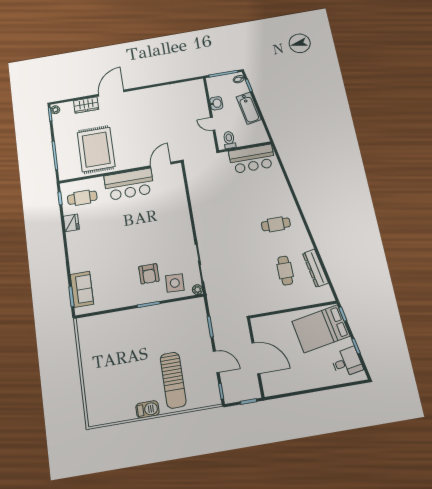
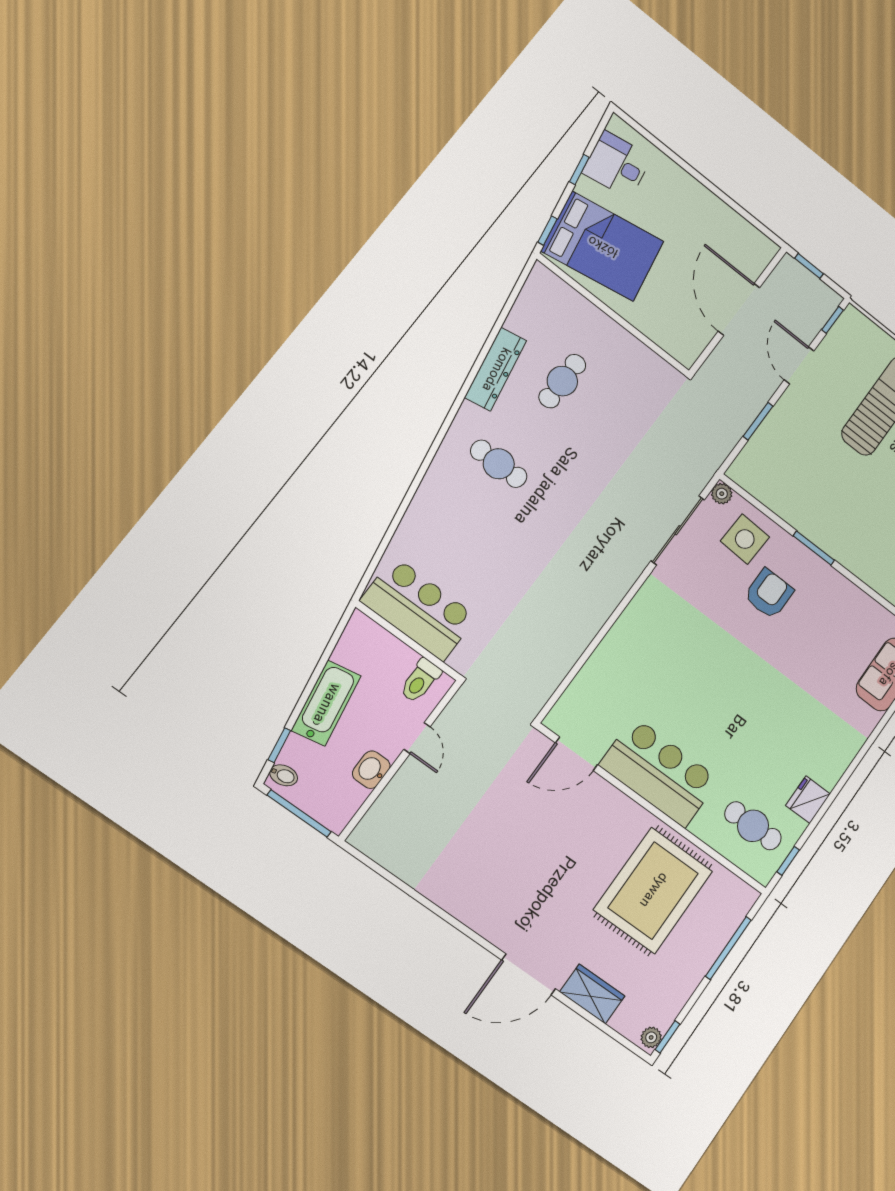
dresser: (315, 268) -> (496, 369), moved

